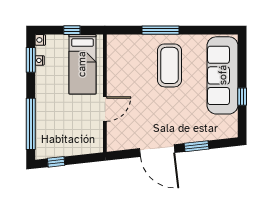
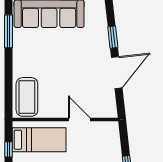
window: (161, 30) -> (8, 31), moved
coffee table: (169, 65) -> (27, 97), moved, turned 90

